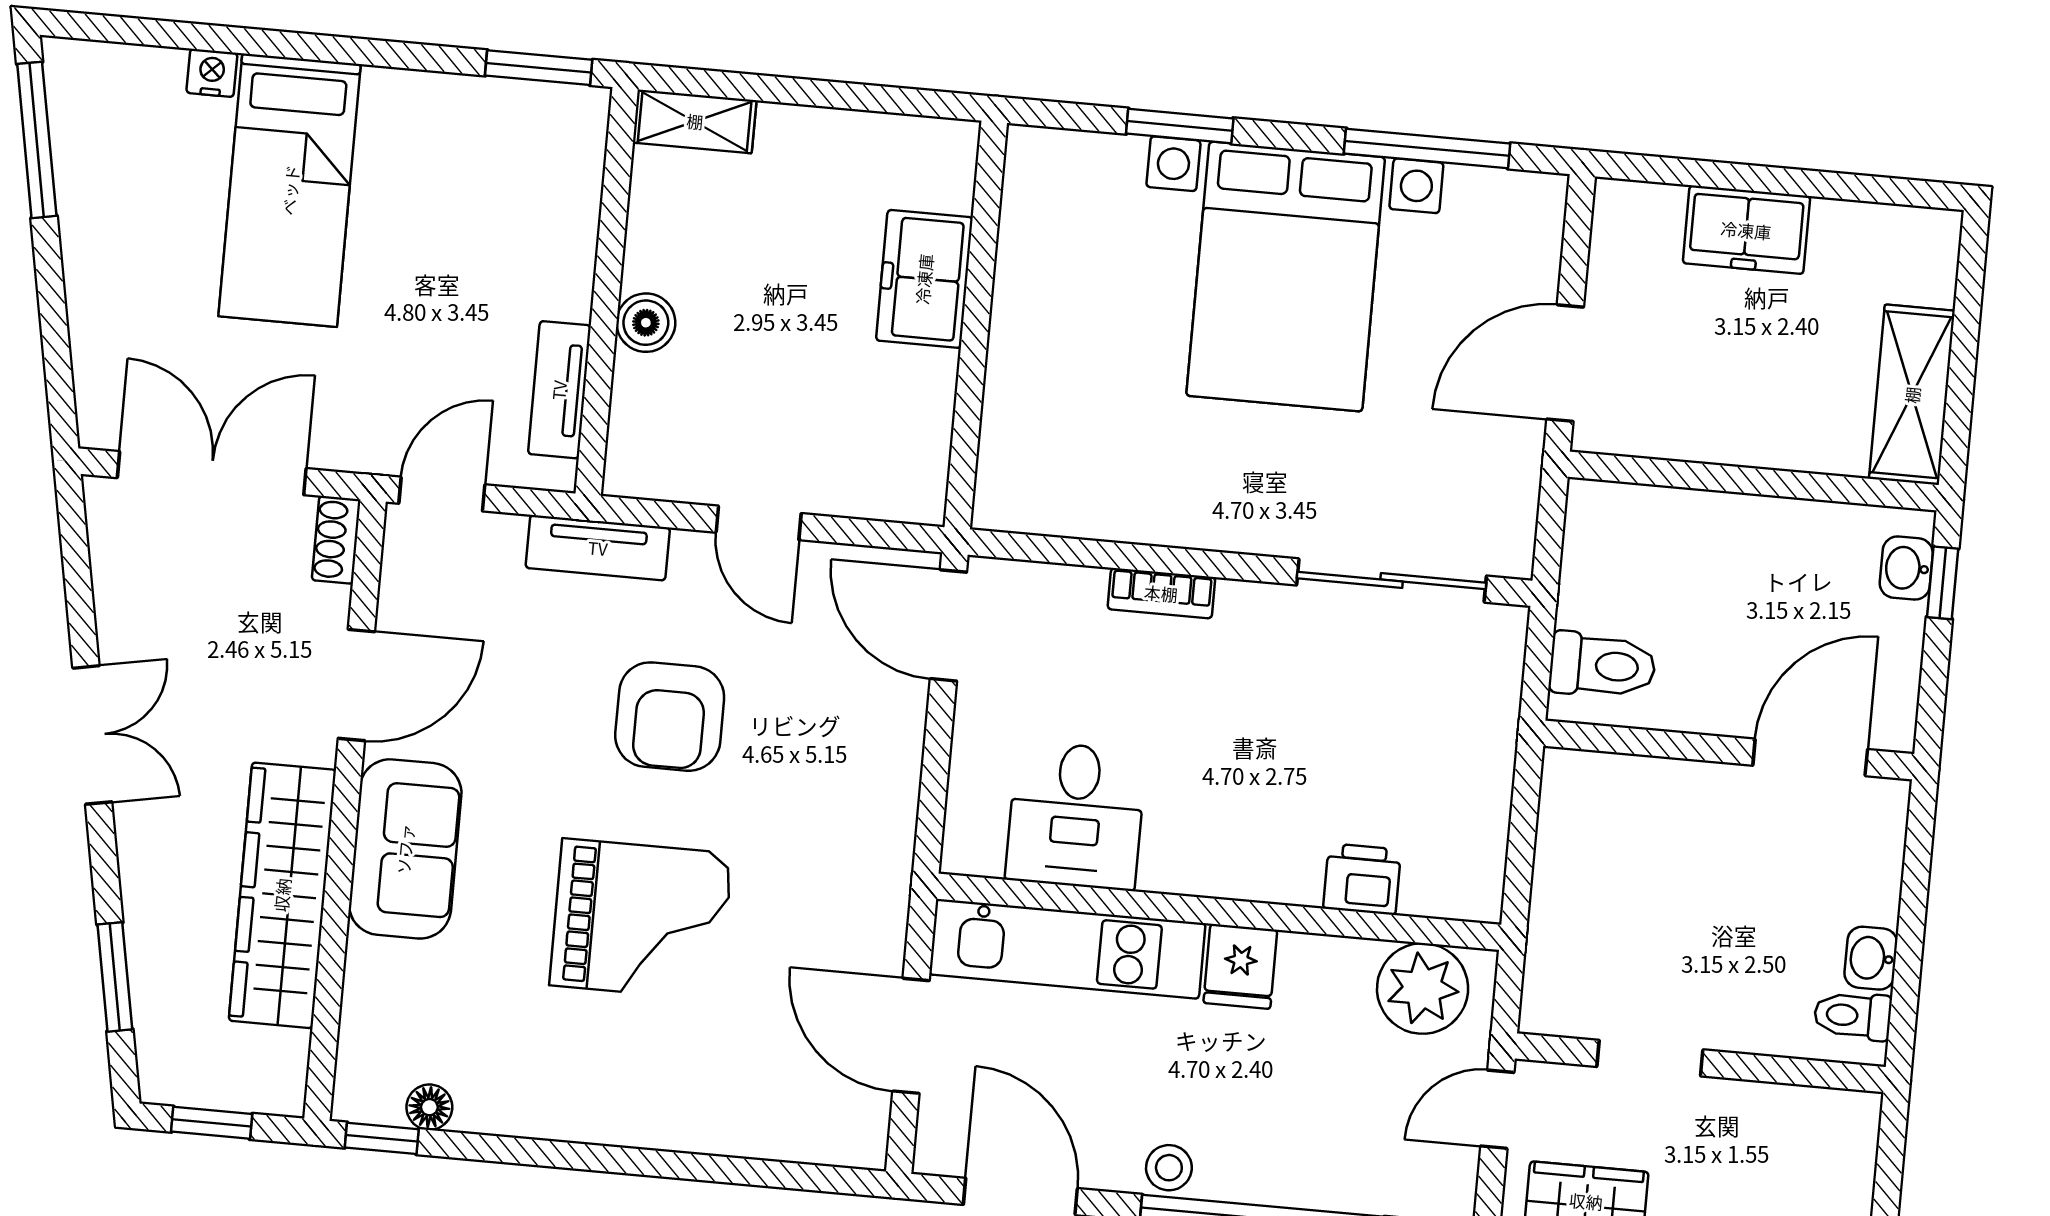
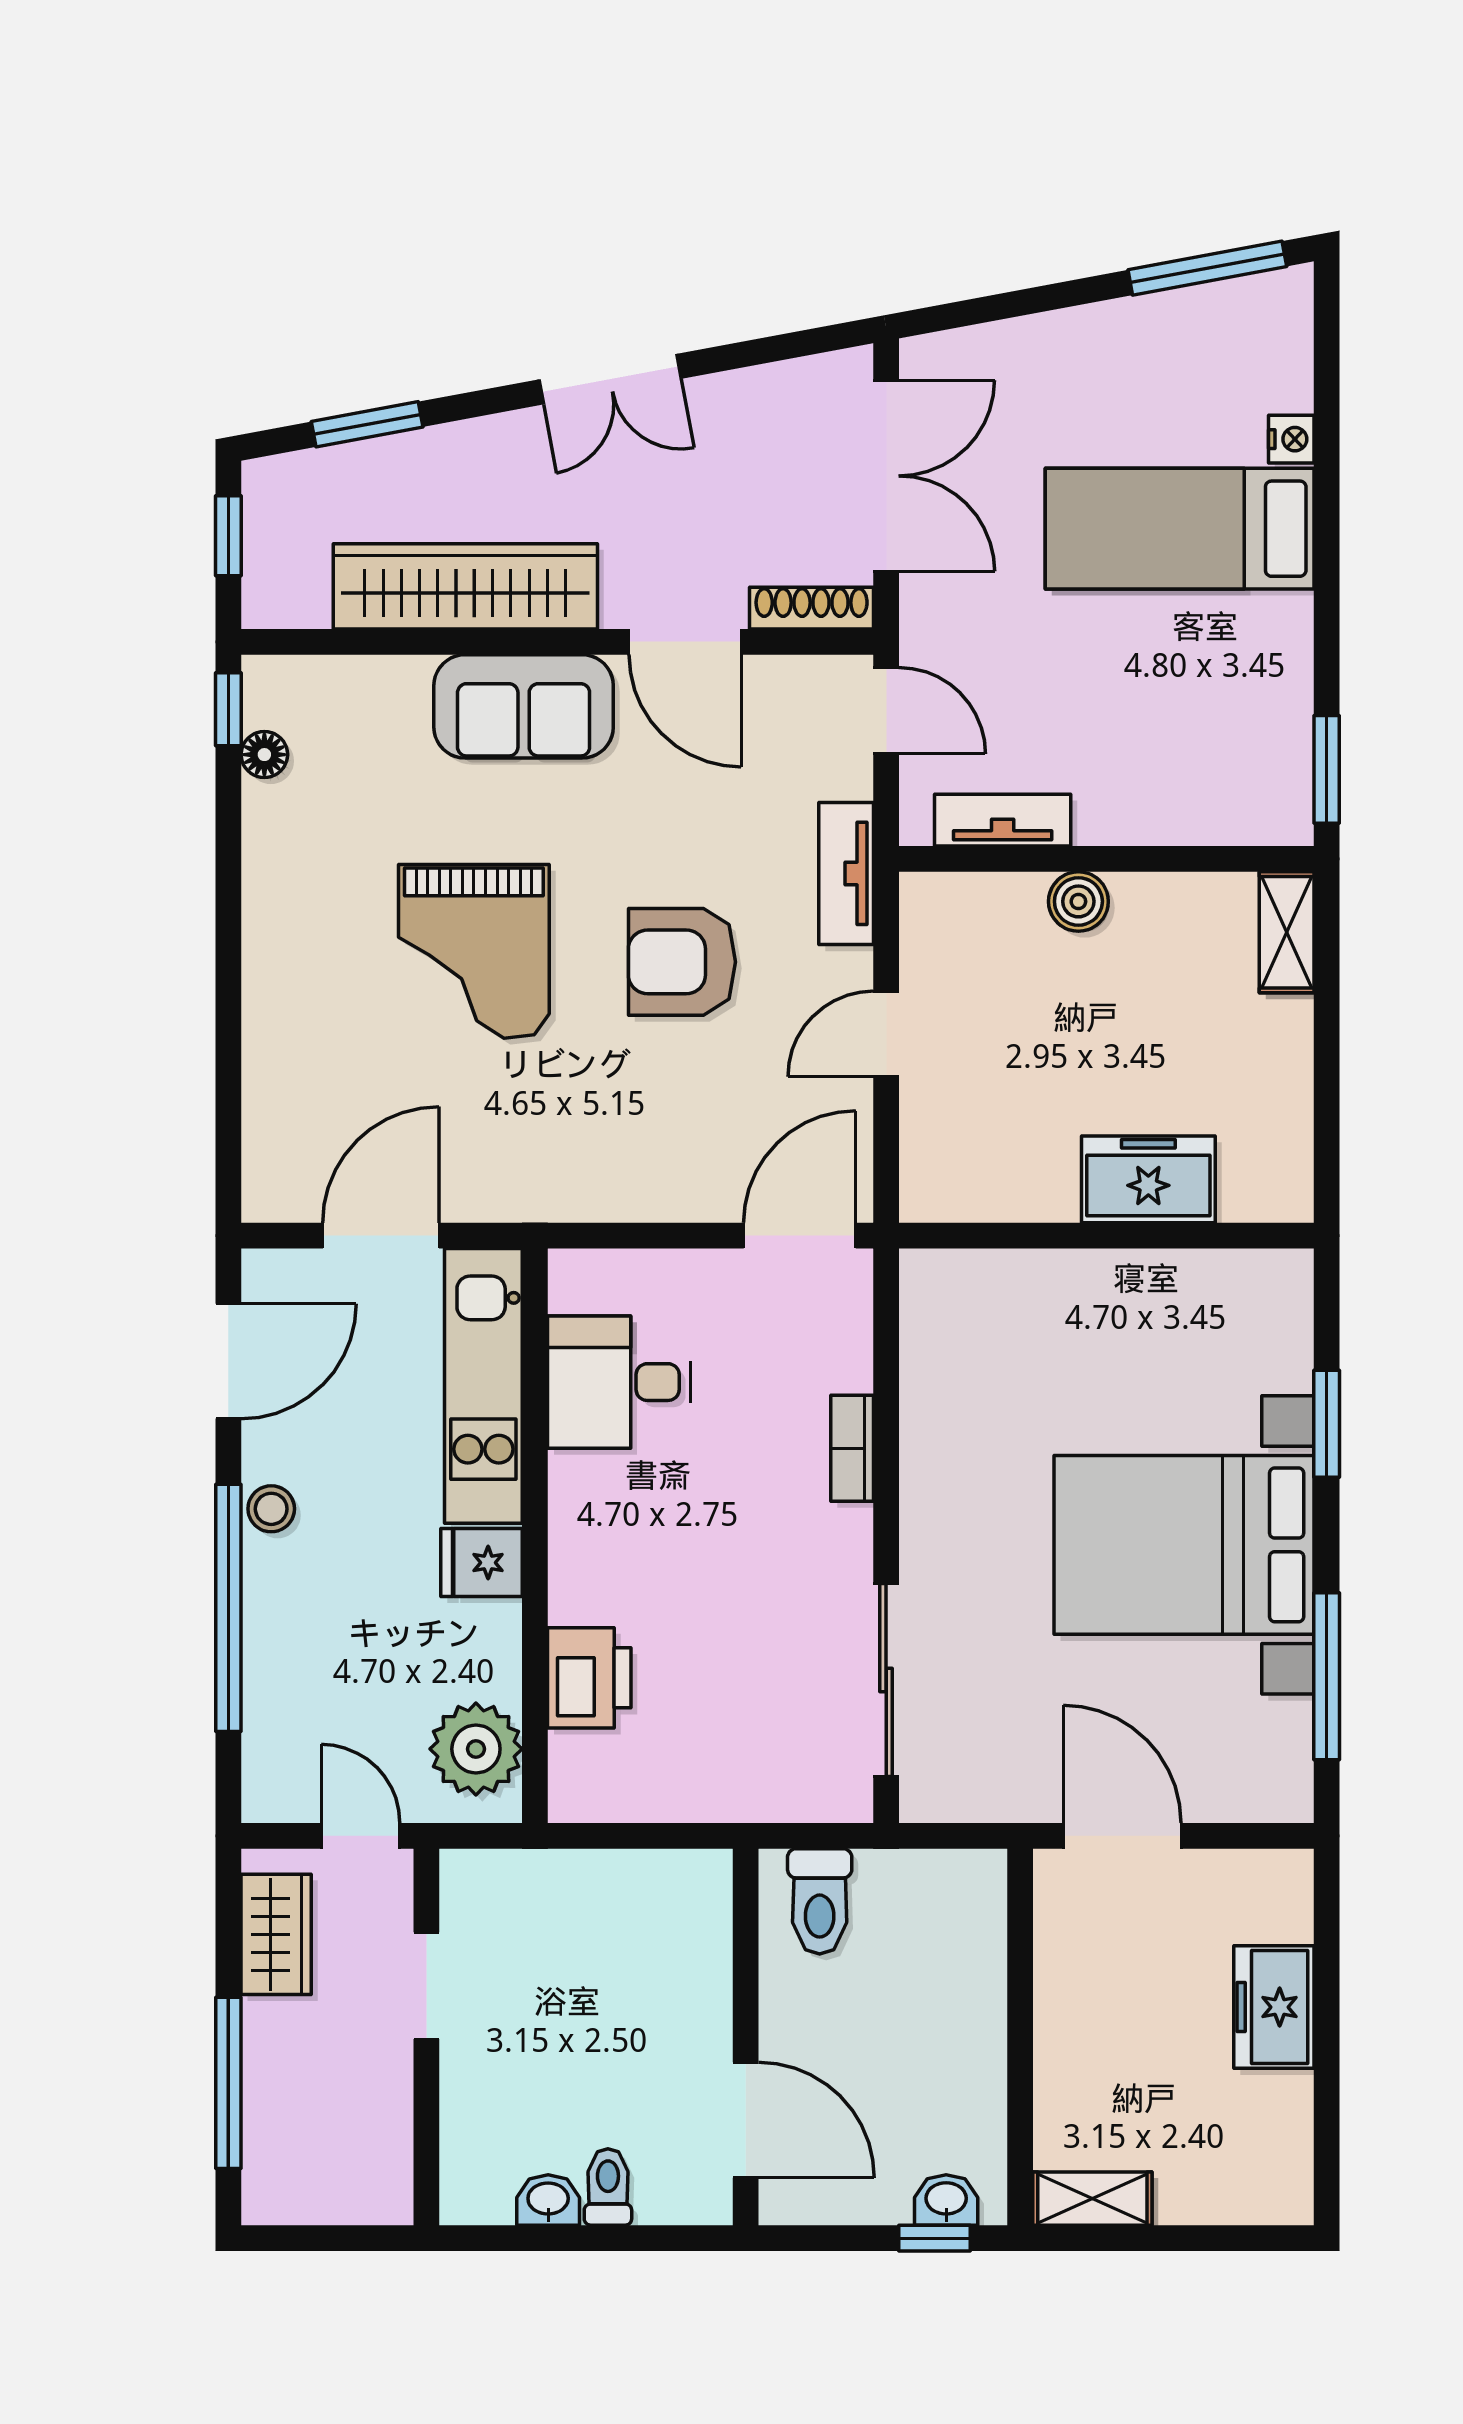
shelving: (1912, 395) -> (1092, 2199), width x0.67, depth x0.75
shoe rack: (336, 540) -> (812, 608), width x1.43
printer: (1362, 879) -> (589, 1678), width x1.36, depth x1.24
toilet: (1853, 1016) -> (608, 2187), moved

